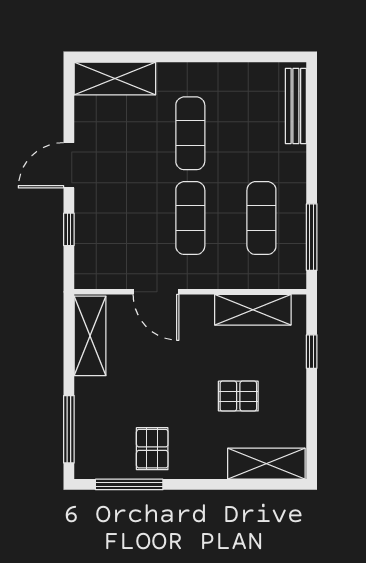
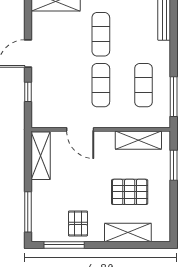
window: (312, 352) -> (174, 165), width x1.50
pallet: (238, 396) -> (130, 192), width x1.50, depth x1.42
shelving: (266, 464) -> (128, 232), moved

